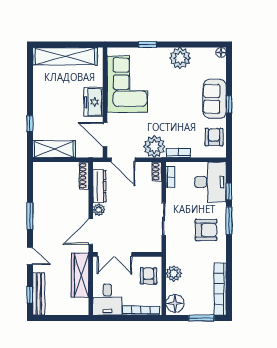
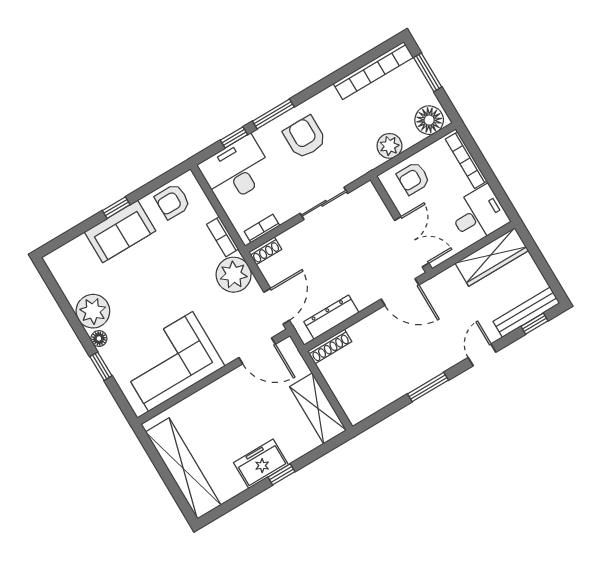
floor lamp: (221, 52) -> (99, 339), moved
freezer: (93, 102) -> (261, 464), moved, turned 180
window: (30, 124) -> (281, 474), moved
door: (105, 135) -> (257, 351), hinge flipped
plant: (99, 210) -> (364, 299), removed
wardrobe: (80, 275) -> (492, 257), moved

